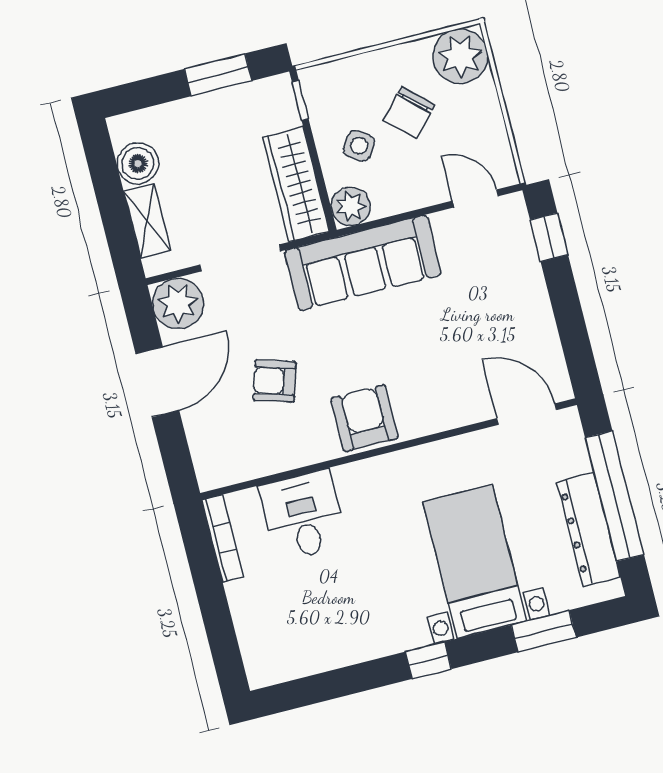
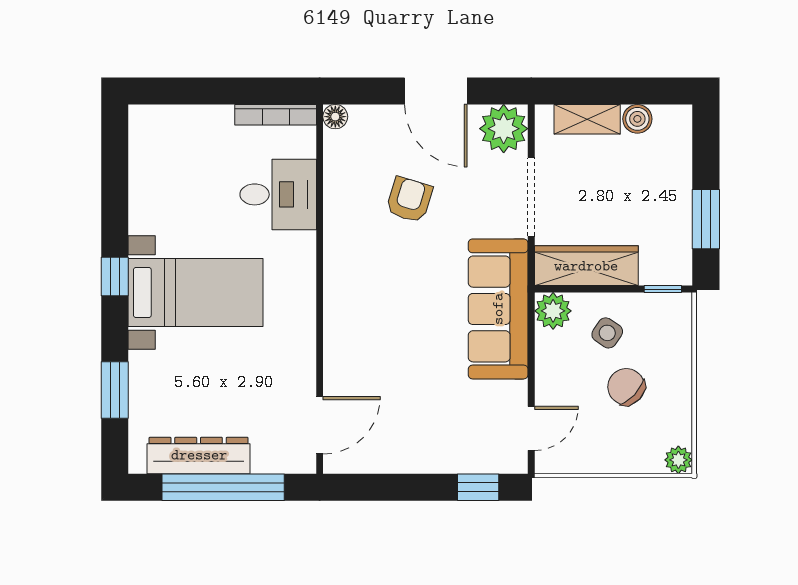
plant: (460, 56) -> (678, 460), width x0.53, depth x0.53
boiler: (138, 163) -> (637, 119), width x0.73, depth x0.73
armchair: (365, 418) -> (354, 274), removed
floor lamp: (209, 478) -> (335, 117), added
bed with nightstands: (475, 561) -> (196, 293), moved

